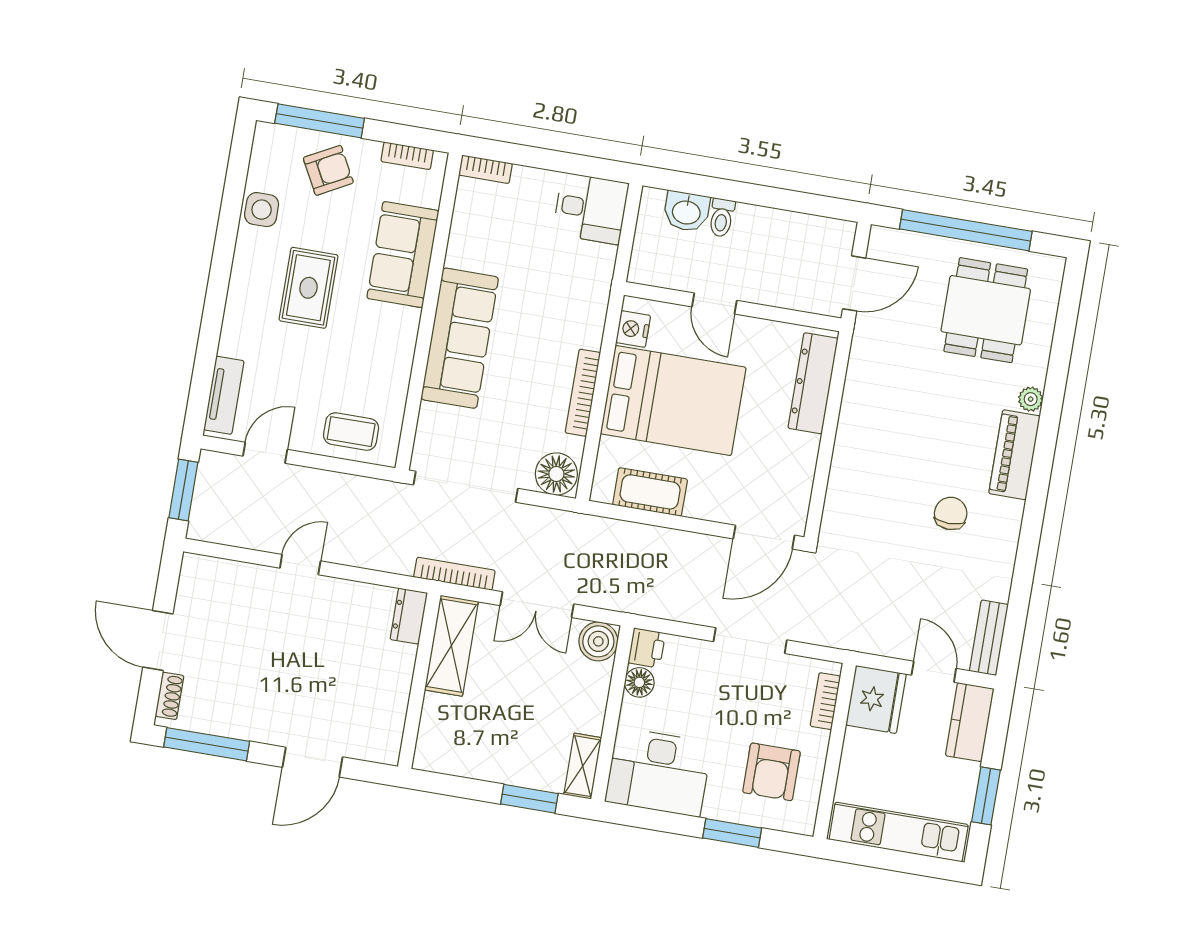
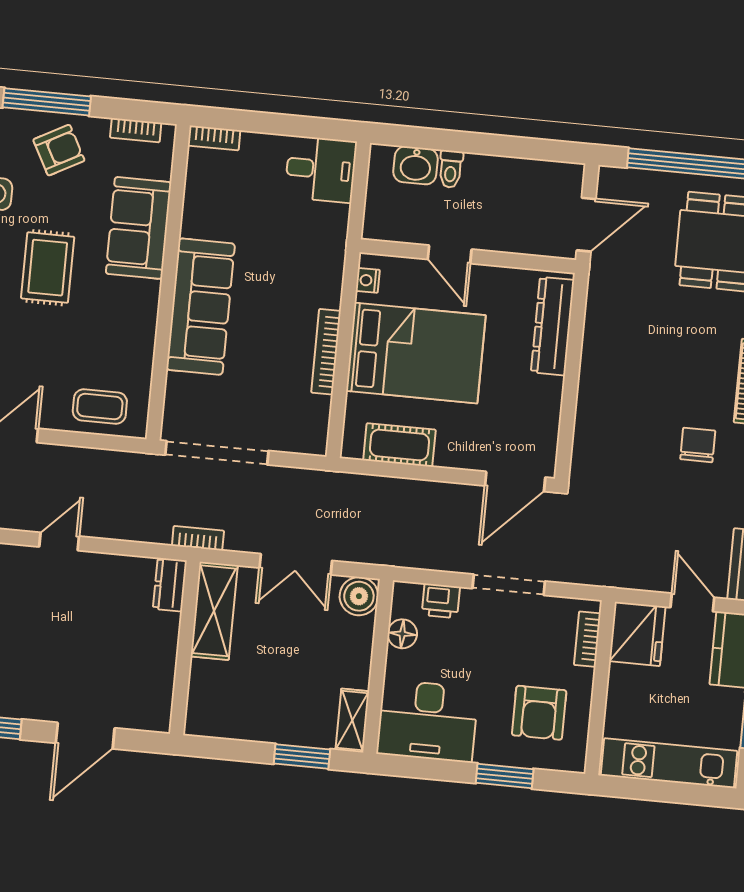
nightstand: (633, 329) -> (368, 280), width x0.72, depth x0.74
floor lamp: (556, 474) -> (306, 434), removed
bookcase: (454, 574) -> (198, 538), width x0.64
printer: (647, 648) -> (441, 601), moved, turned 90

